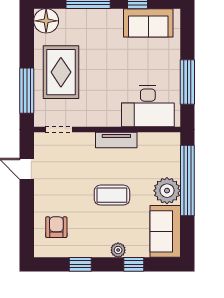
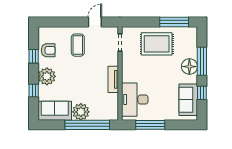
floor lamp: (46, 21) -> (189, 67), moved
window: (27, 91) -> (174, 22), moved
coffee table: (112, 195) -> (78, 45), moved
armchair: (56, 227) -> (48, 50), moved
plant: (118, 250) -> (47, 76), width x1.88, depth x1.88

